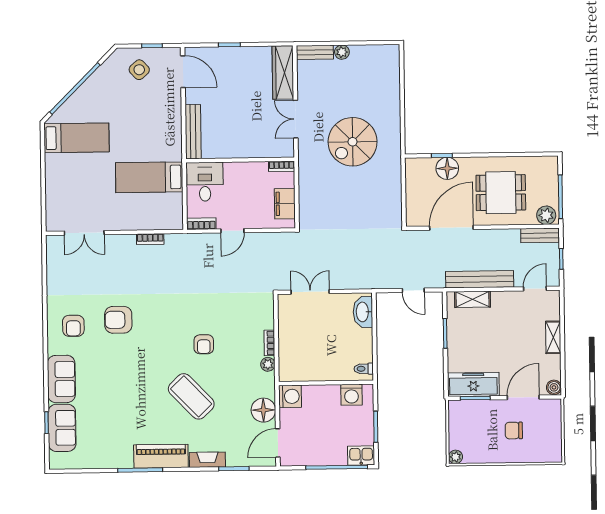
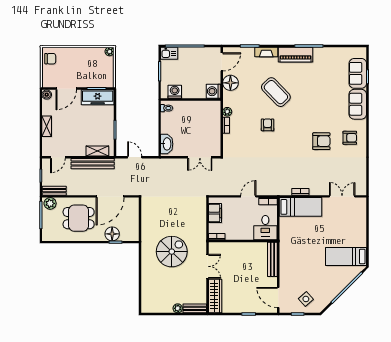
bed: (149, 177) -> (301, 207), moved
armchair: (73, 326) -> (350, 138), turned 90
chair: (514, 430) -> (50, 59), moved

